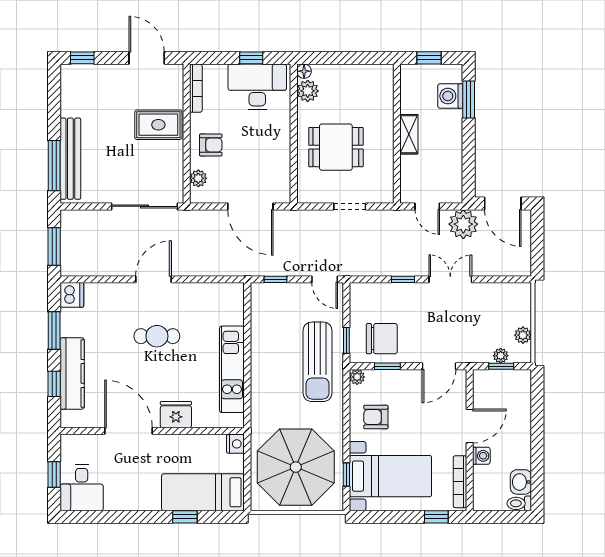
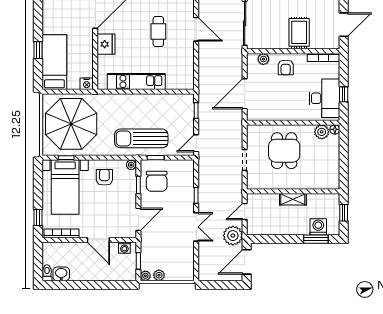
plant: (501, 356) -> (145, 276), moved
door: (439, 366) -> (138, 219), swing flipped
washing machine: (481, 456) -> (124, 248), moved

